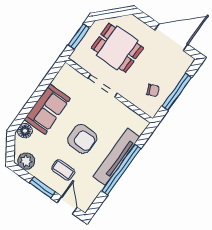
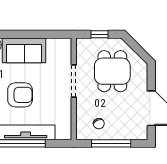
window: (79, 37) -> (100, 34), width x0.67
armchair: (82, 139) -> (20, 95), turned -90

